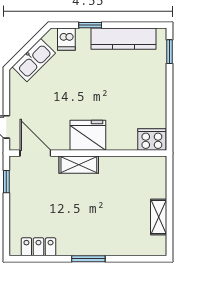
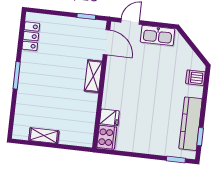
window: (90, 25) -> (200, 137), moved
kitchen sink: (34, 60) -> (158, 35), moved, turned -45
fridge: (88, 135) -> (109, 117), moved, width x0.53, depth x0.75
door: (35, 153) -> (107, 42), hinge flipped

